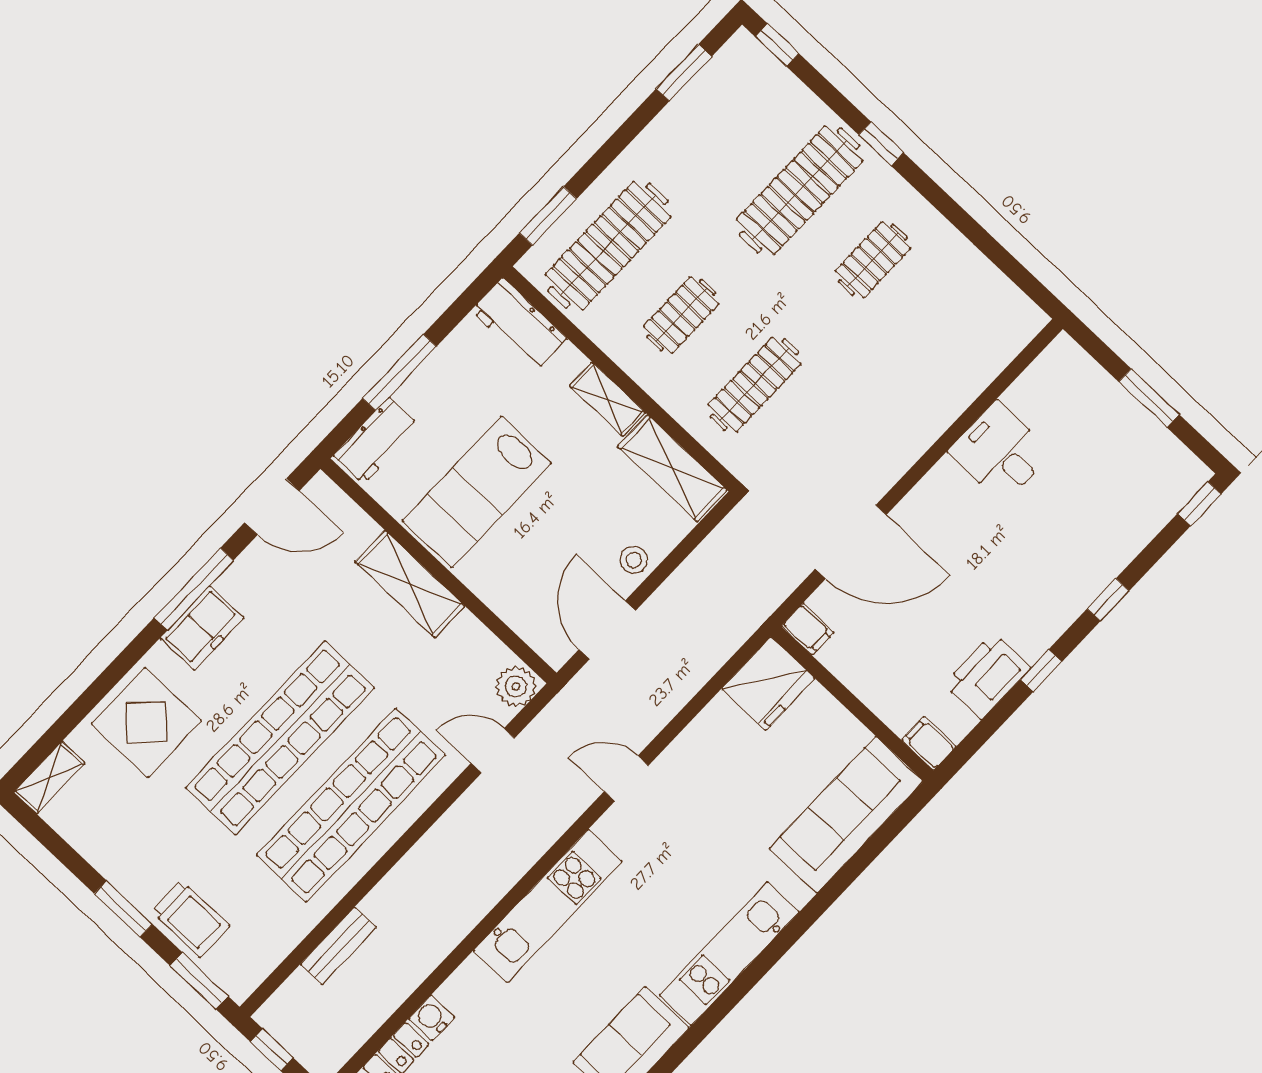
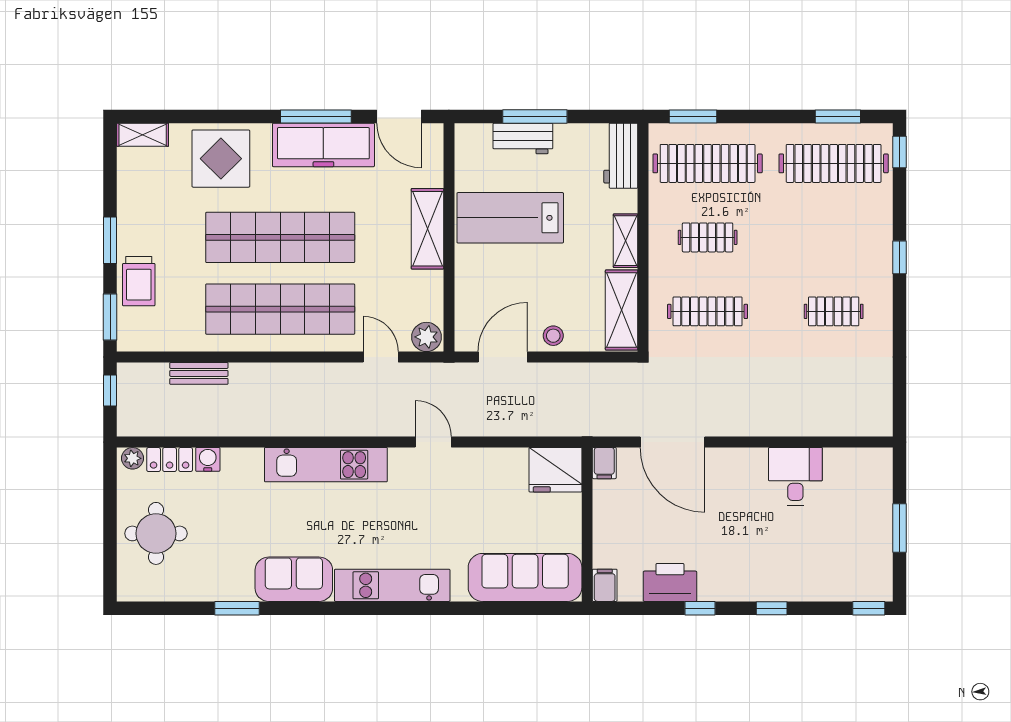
clothes rail: (800, 190) -> (834, 163), moved
workbench: (376, 441) -> (523, 138), moved
freezer: (202, 628) -> (323, 145), width x1.91, depth x1.26

